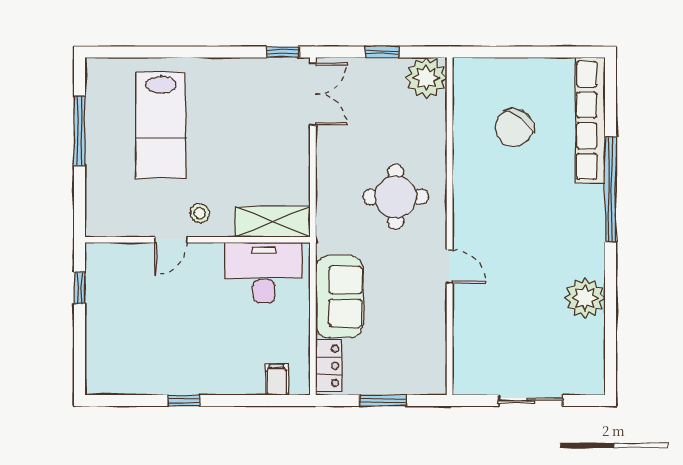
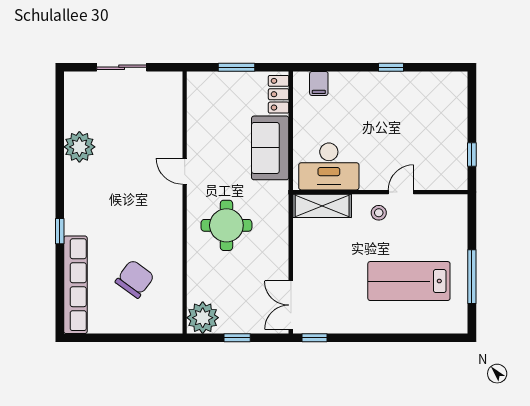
lab bench: (161, 125) -> (409, 281), turned -90
window: (611, 189) -> (60, 231), width x0.32

